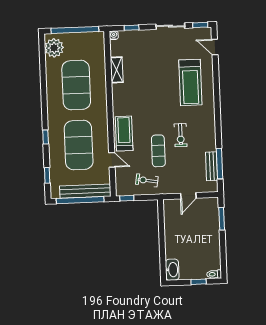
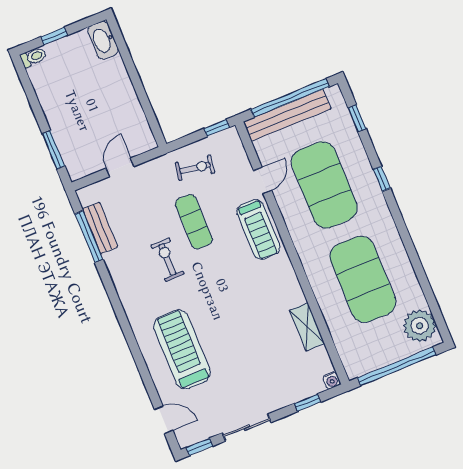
door: (112, 160) -> (263, 181), swing flipped

